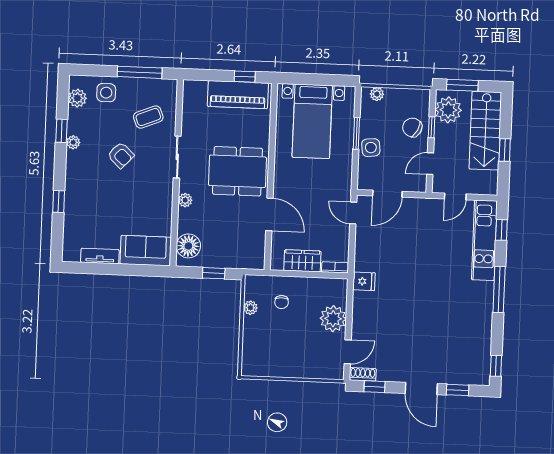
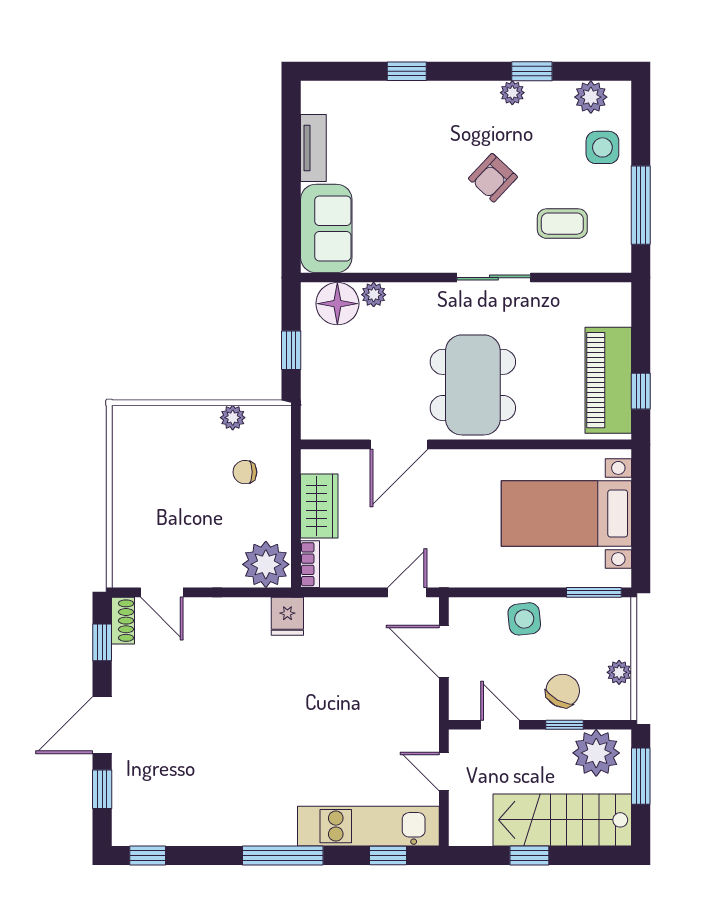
plant: (377, 94) -> (619, 672), moved
coffee table: (148, 117) -> (562, 224), turned -68
window: (356, 133) -> (594, 592), moved
plant: (185, 200) -> (374, 295), moved
plant: (333, 319) -> (266, 564), moved

